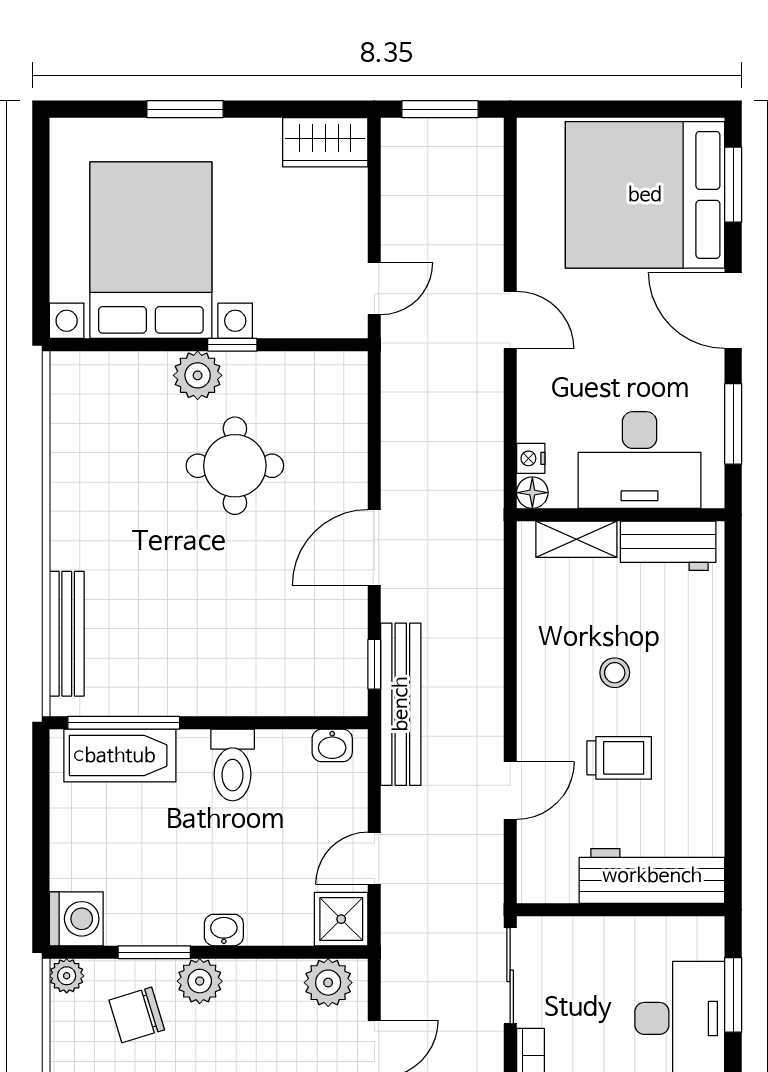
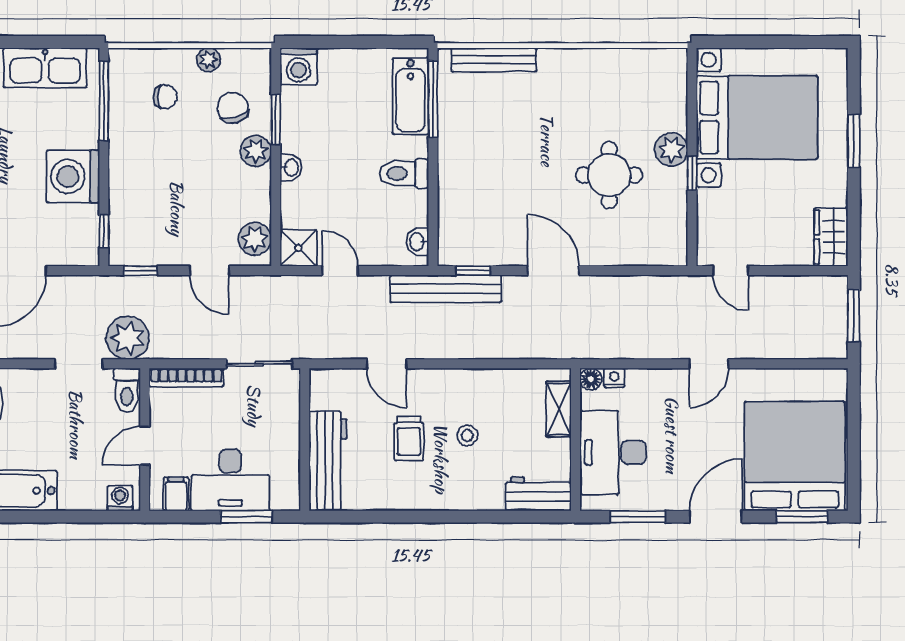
workbench: (668, 546) -> (538, 494), moved, turned 90
plant: (67, 976) -> (208, 60), moved

